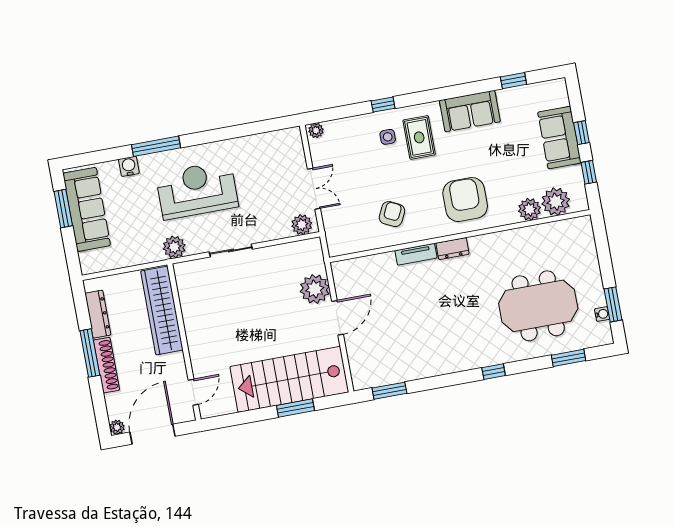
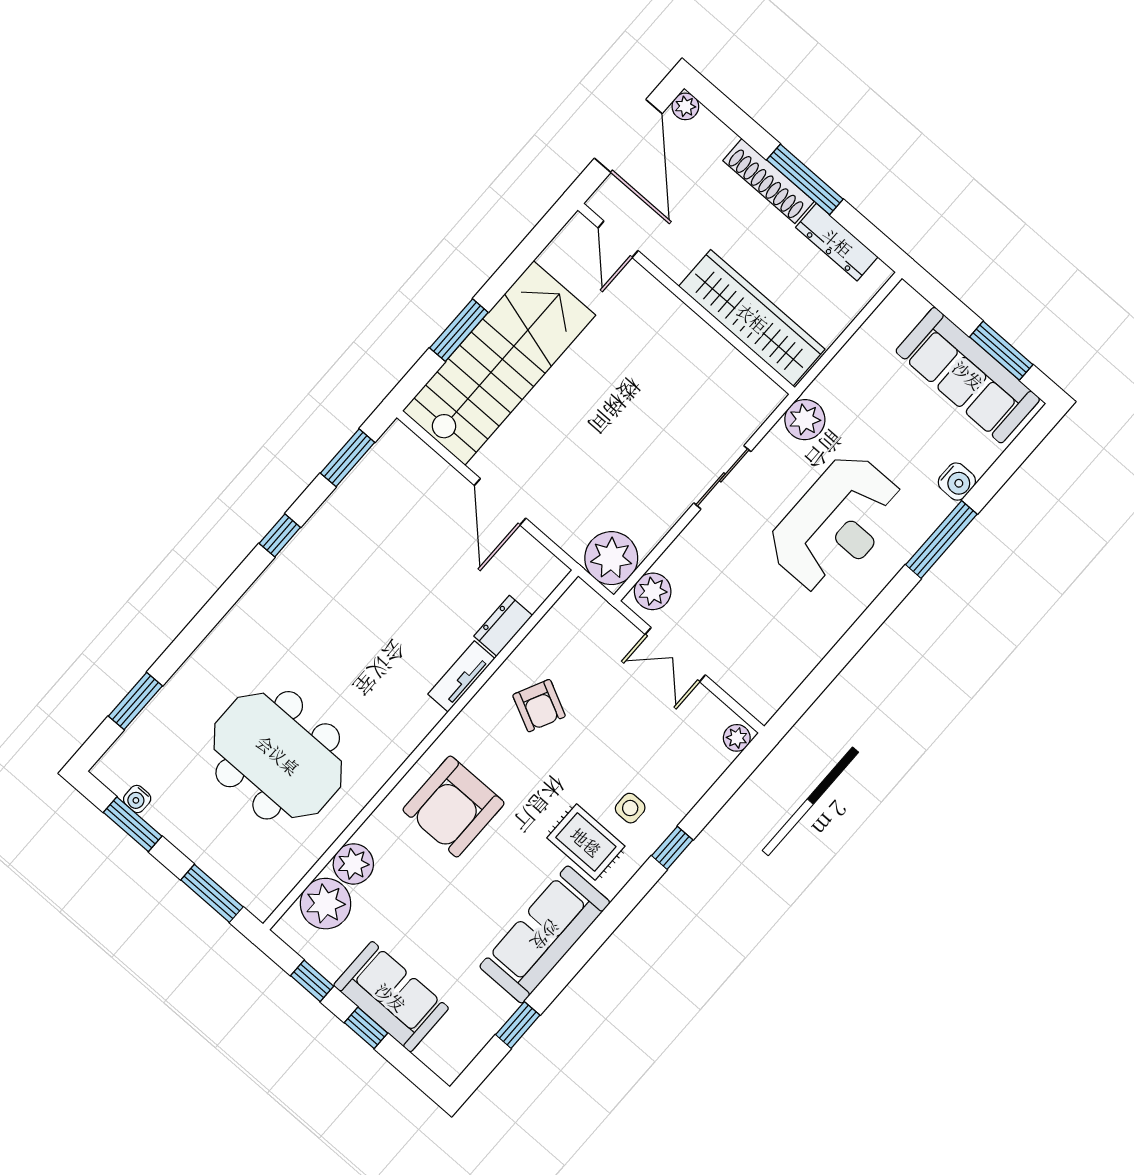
sofa: (470, 111) -> (545, 935), width x1.36
armchair: (465, 200) -> (454, 807), turned 90
window: (602, 246) -> (212, 893), added
dresser: (453, 249) -> (503, 626), moved
plant: (315, 289) -> (611, 558), moved
meeting table: (538, 306) -> (278, 755), moved, turned 90
window: (494, 372) -> (280, 535), moved

